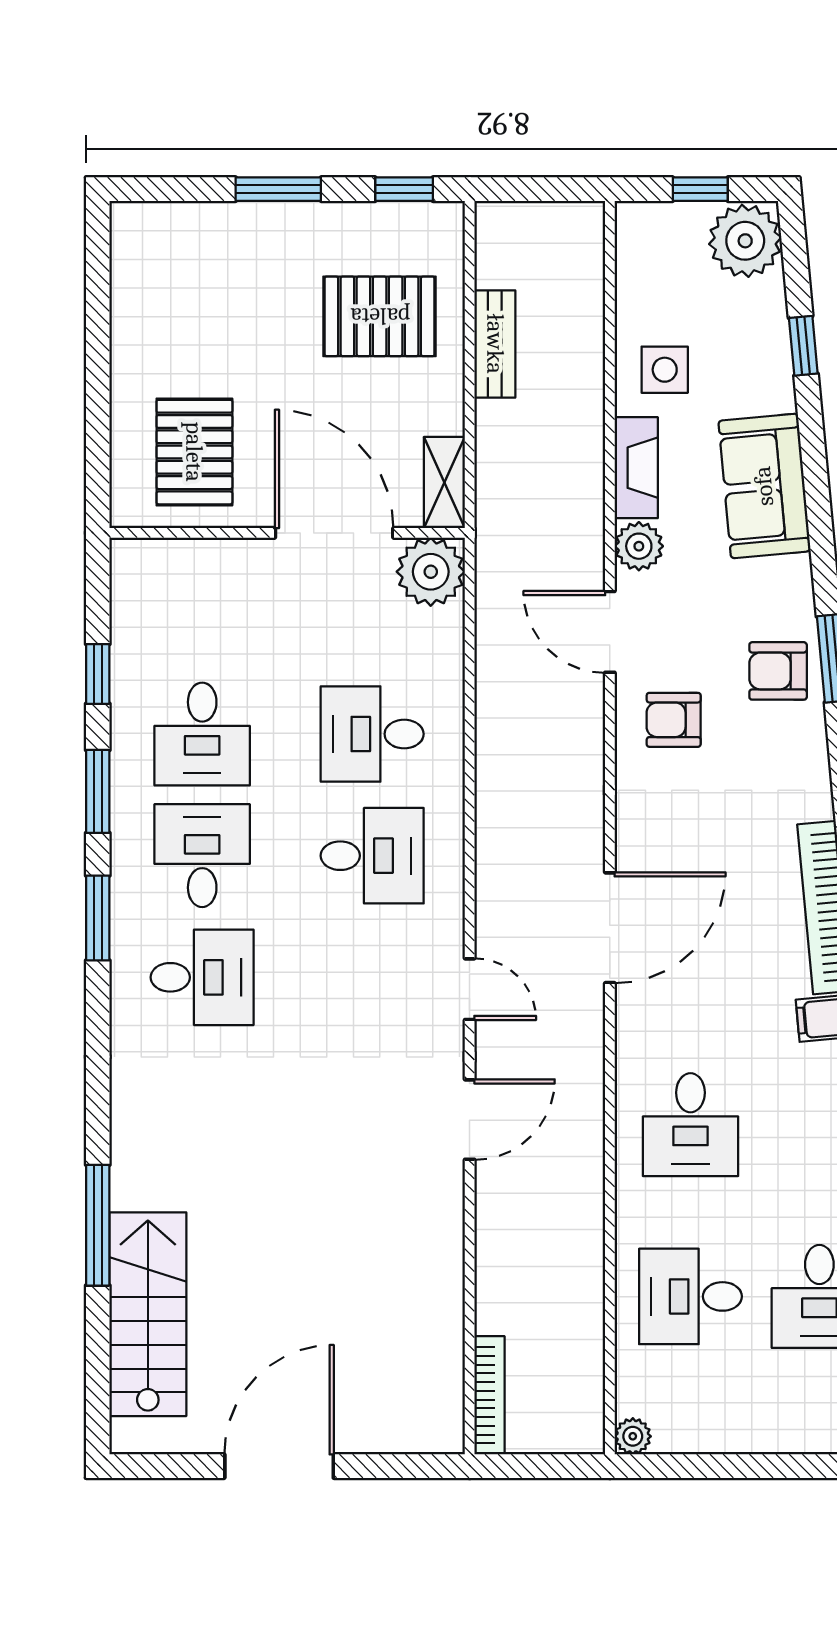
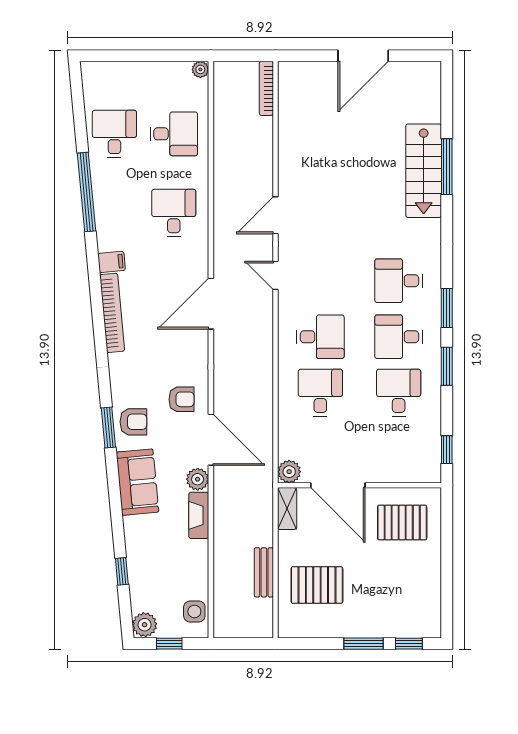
window: (404, 189) -> (409, 644), moved
plant: (745, 241) -> (145, 625), width x0.73, depth x0.73
side table: (665, 370) -> (194, 611), moved
pallet: (194, 452) -> (402, 523), turned 90
sofa: (764, 486) -> (137, 482), moved
plant: (431, 572) -> (289, 472), width x0.73, depth x0.73
door: (610, 632) -> (211, 440), width x1.36
window: (98, 674) -> (447, 450), moved
desk: (372, 734) -> (320, 393), turned -90
desk: (202, 856) -> (399, 337), turned 90
desk: (372, 856) -> (320, 337), turned 180
stairs: (148, 1314) -> (424, 171), moved

